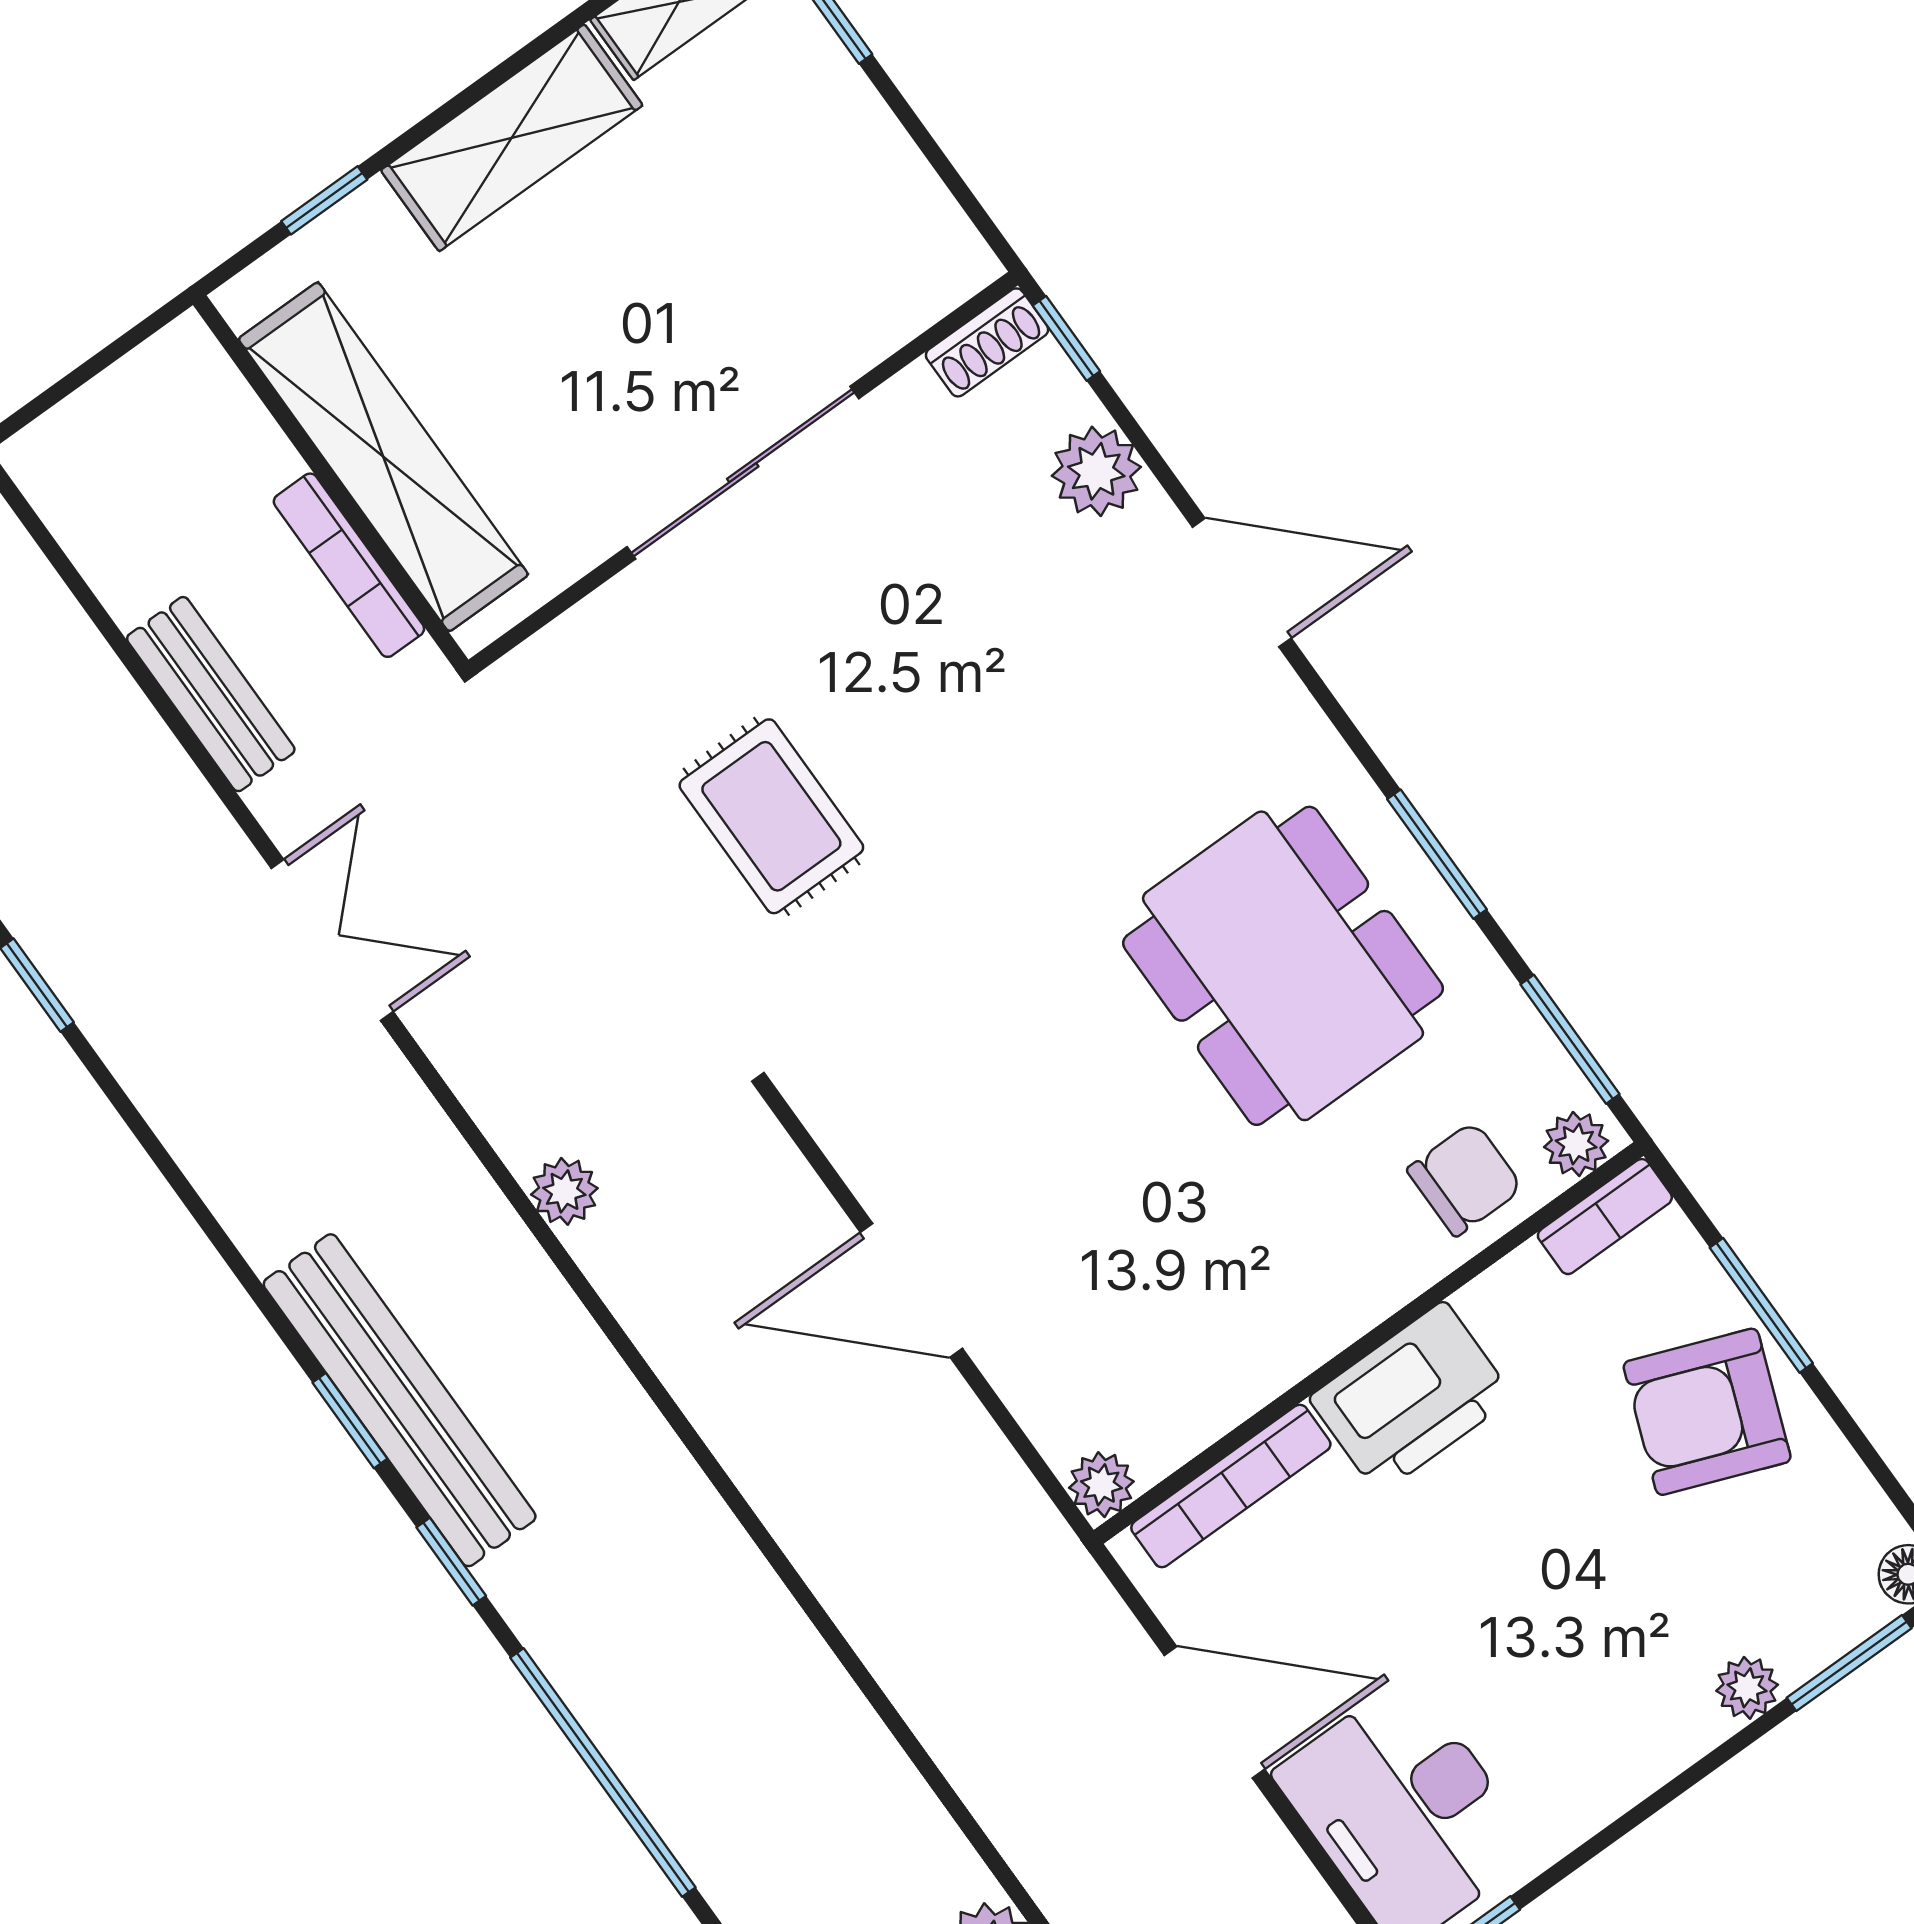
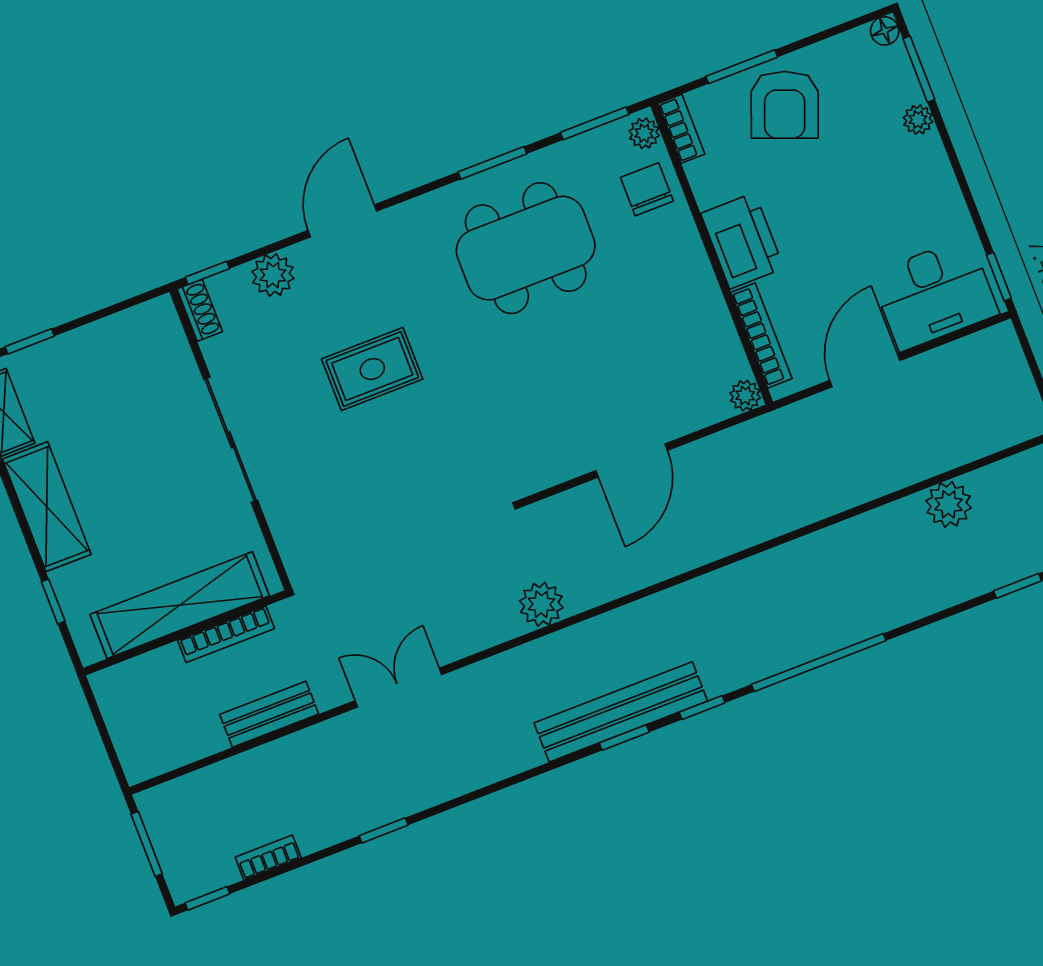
rug: (771, 816) -> (372, 369), moved
plant: (564, 1191) -> (541, 604), width x1.38, depth x1.38

